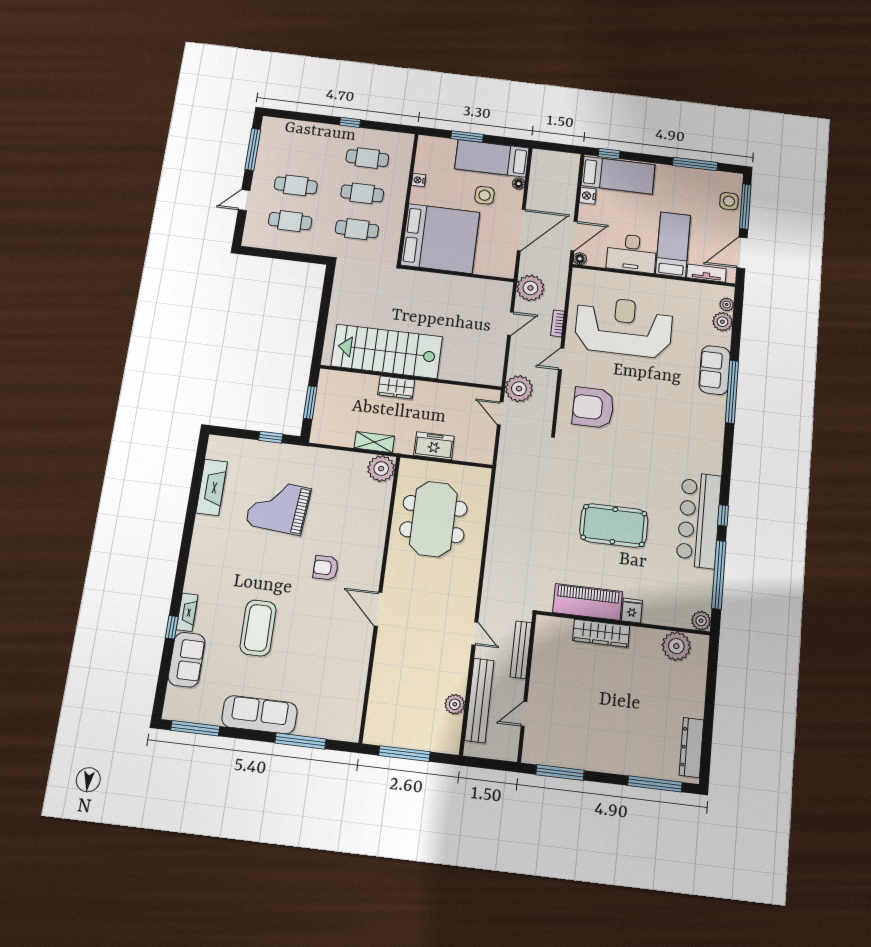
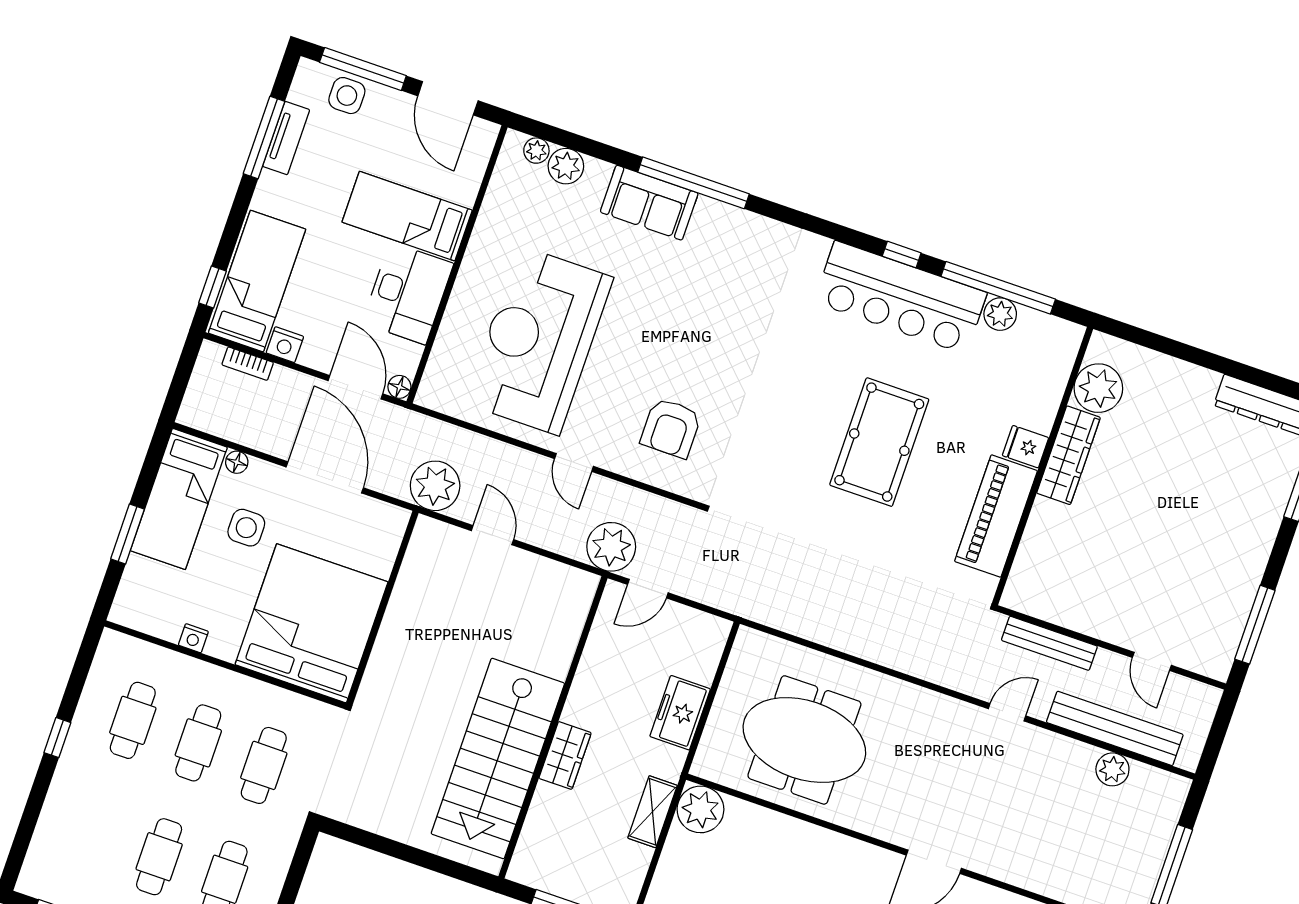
tv unit: (706, 273) -> (286, 138), moved, turned 180
bookcase: (558, 323) -> (248, 364), moved
armchair: (593, 408) -> (671, 428), width x0.73, depth x0.73
plant: (701, 621) -> (1000, 314), moved
wardrobe: (601, 633) -> (1069, 455), moved

